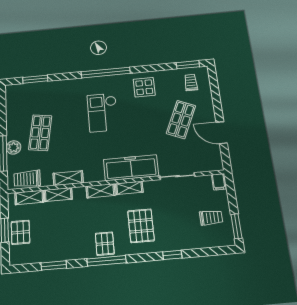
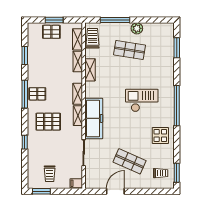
plant: (14, 147) -> (137, 28), moved

